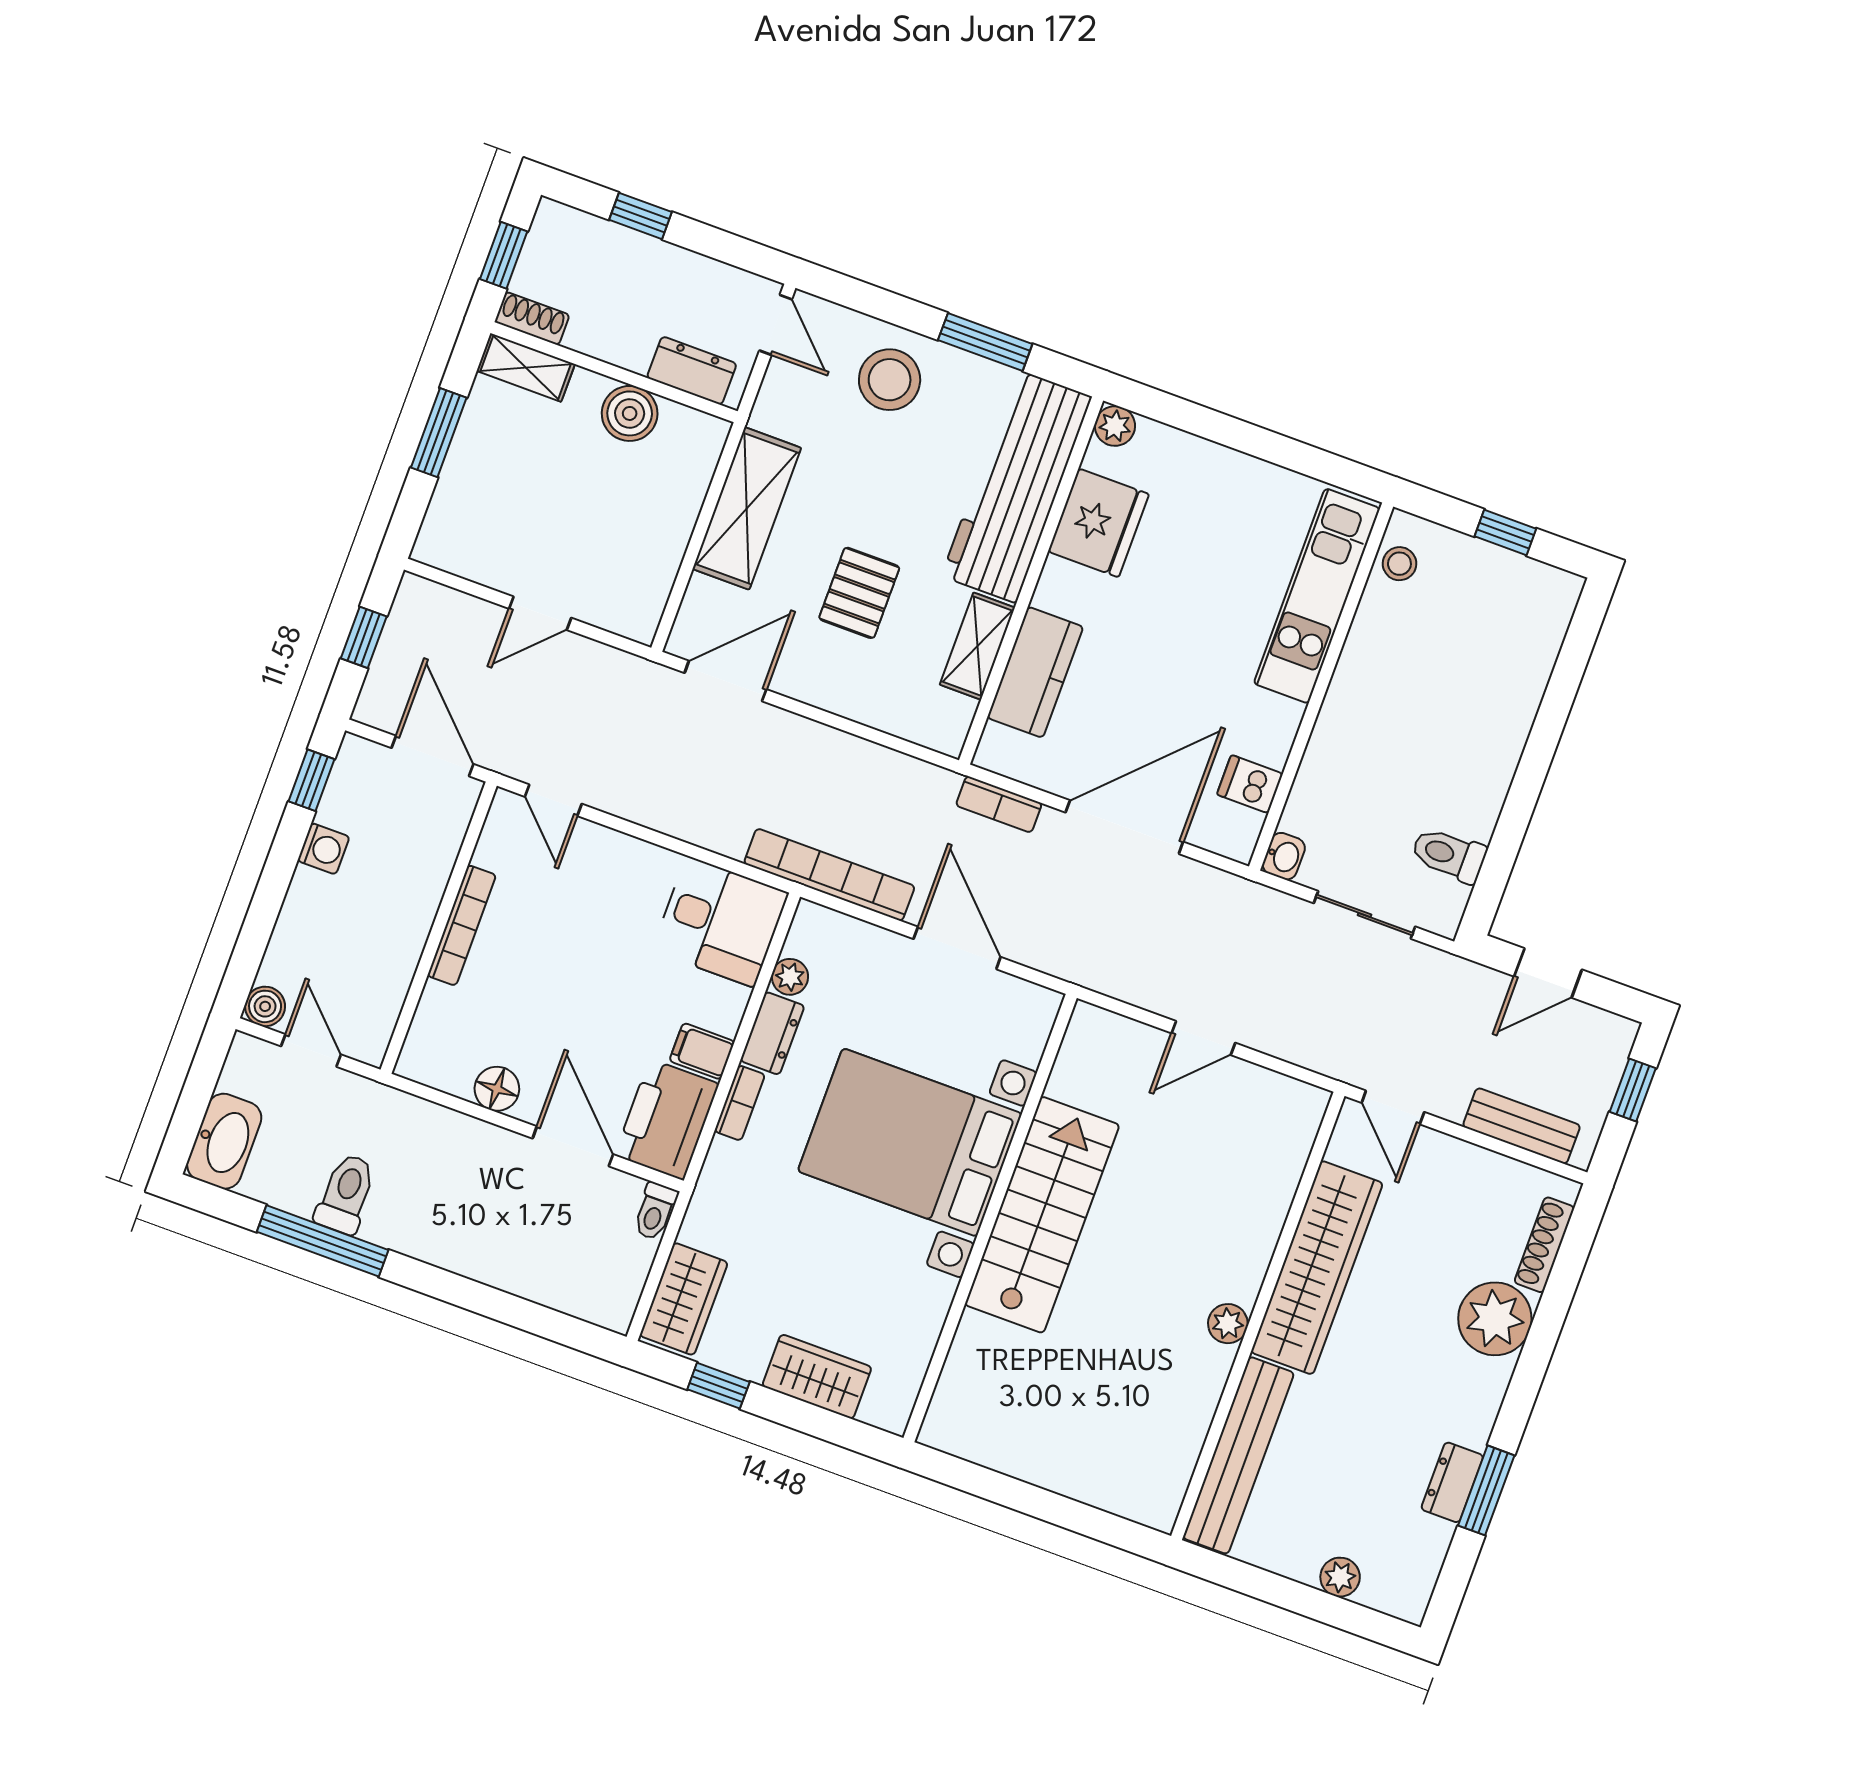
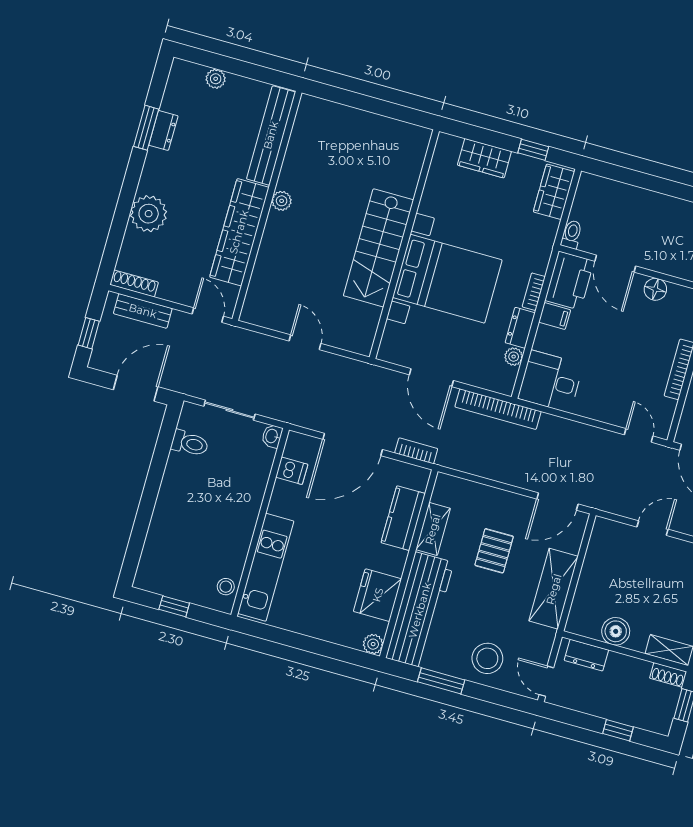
door: (1548, 973) -> (136, 388), width x1.38
door: (1203, 1038) -> (305, 342), hinge flipped
shoe rack: (1544, 1245) -> (134, 283), moved, turned -90

